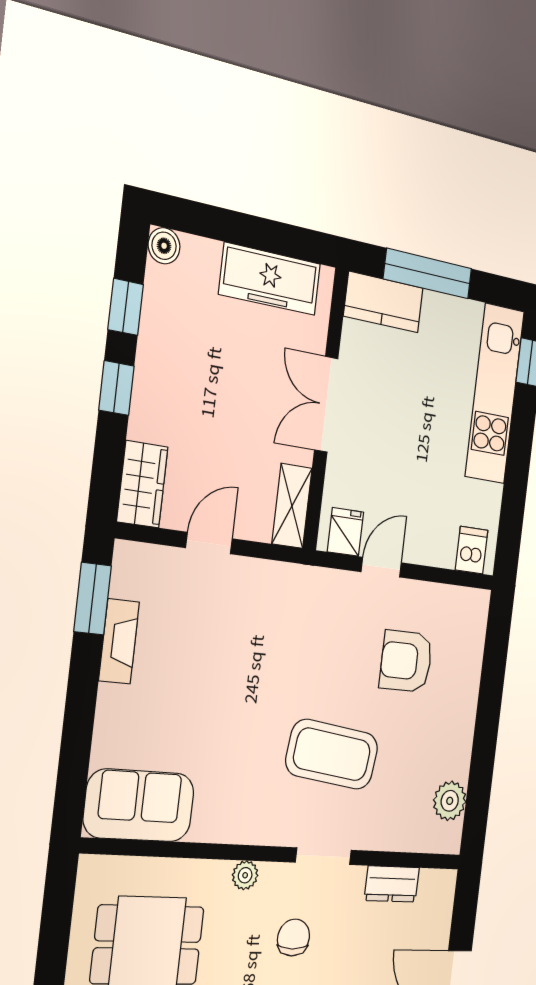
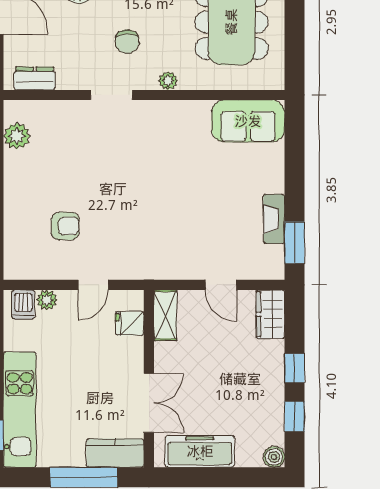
double door: (326, 404) -> (149, 403), moved
fridge: (345, 532) -> (130, 323), moved, turned 90
door: (209, 543) -> (221, 285), hinge flipped
plant: (442, 553) -> (47, 300), added
armchair: (406, 661) -> (65, 226), width x0.72, depth x0.72
coffee table: (332, 754) -> (114, 161), removed
dresser: (392, 884) -> (35, 78), moved

